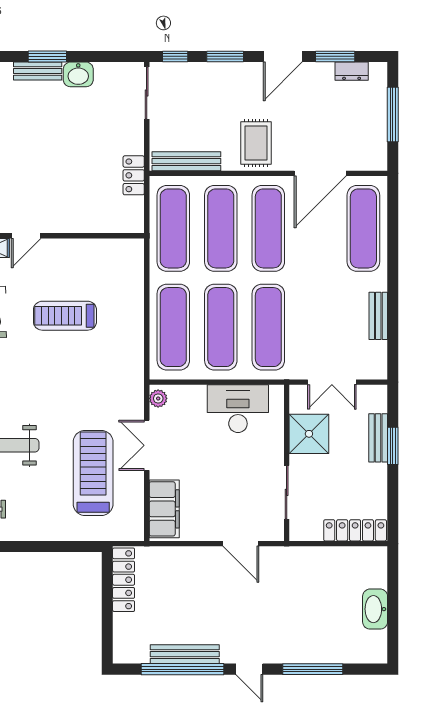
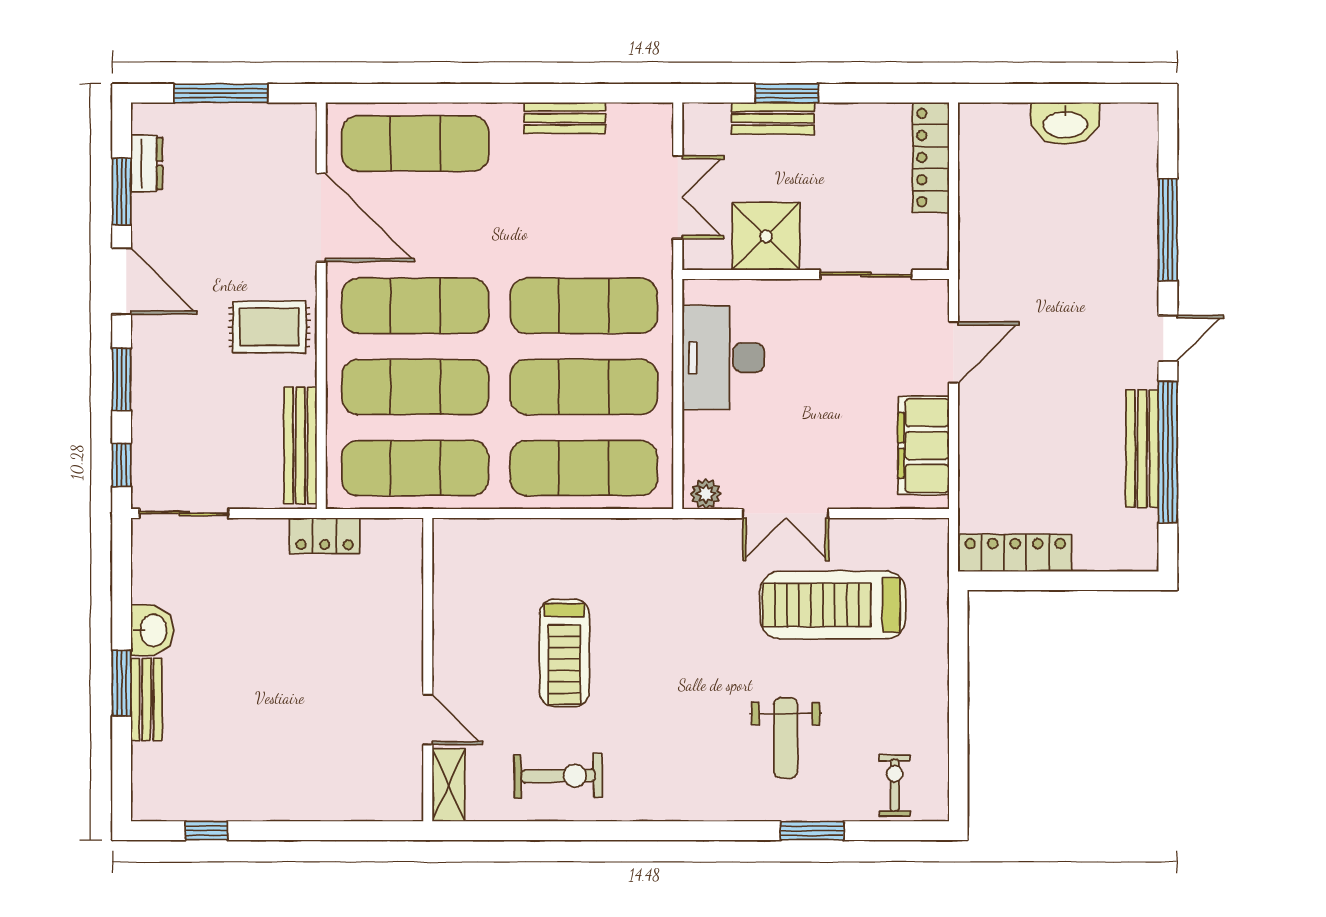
filing cabinet: (164, 509) -> (924, 446), moved, turned -90

